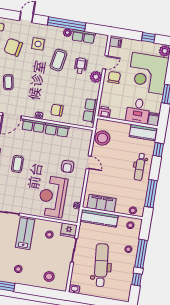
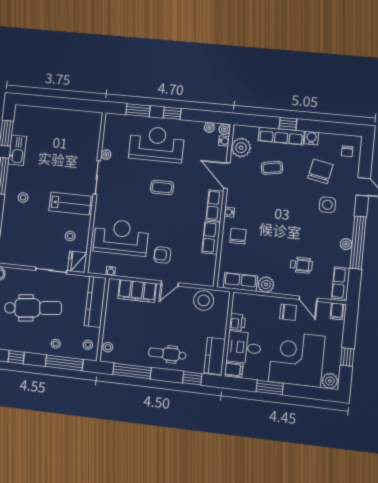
row of seats: (83, 36) -> (341, 283), moved
coffee table: (58, 60) -> (307, 234), removed
plant: (96, 77) -> (266, 284), moved
printer: (104, 112) -> (237, 322), moved
filing cabinet: (102, 203) -> (137, 291), moved, turned 90
window: (141, 254) -> (64, 363), moved
stool: (49, 277) -> (15, 239), removed

